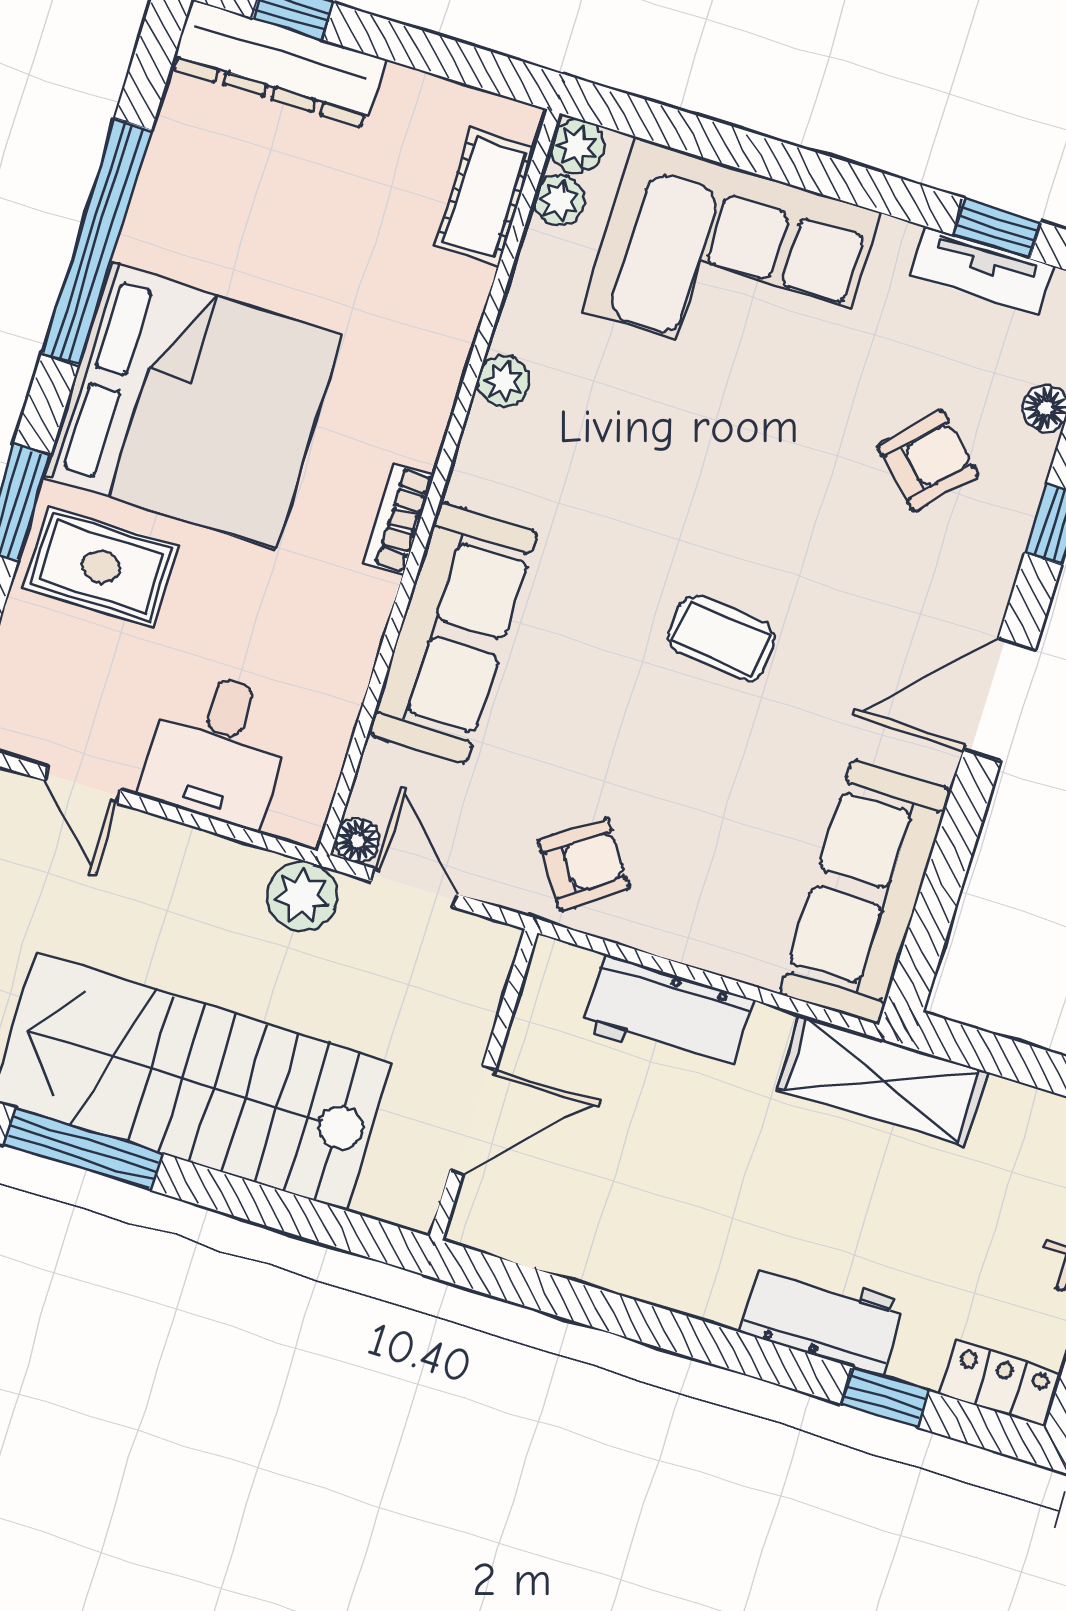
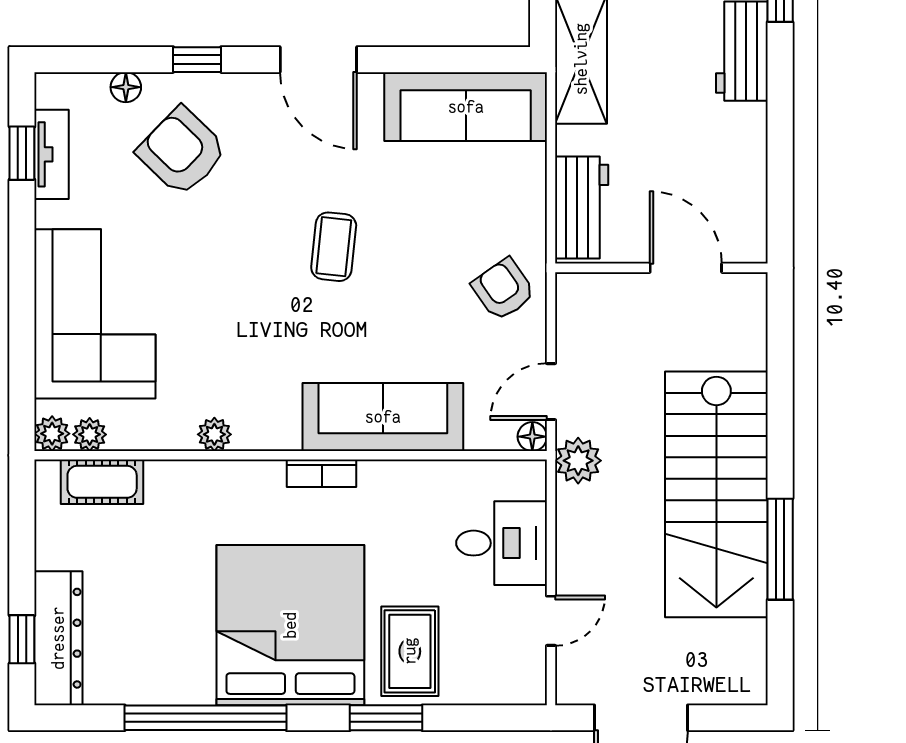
armchair: (928, 461) -> (182, 151), width x1.38, depth x1.38
wall: (484, 1085) -> (661, 268), moved
door: (473, 1120) -> (686, 268), moved

